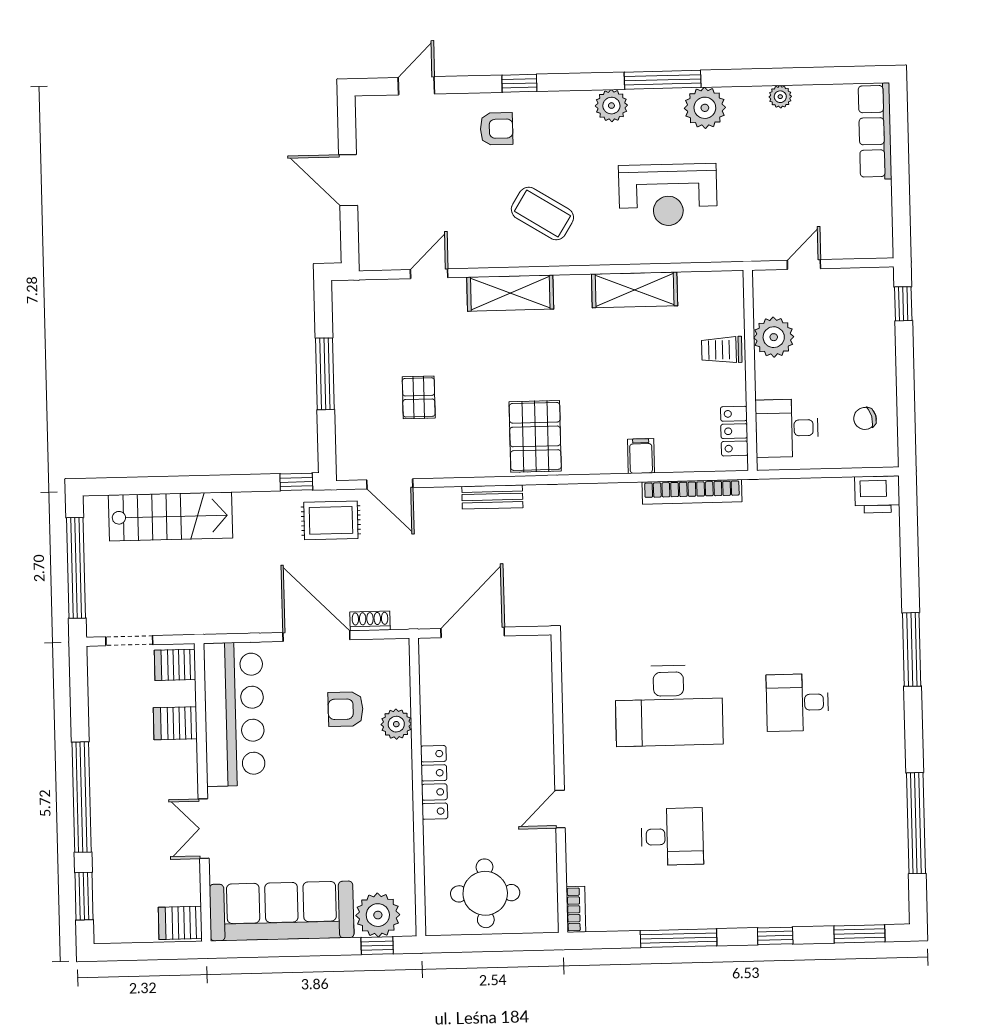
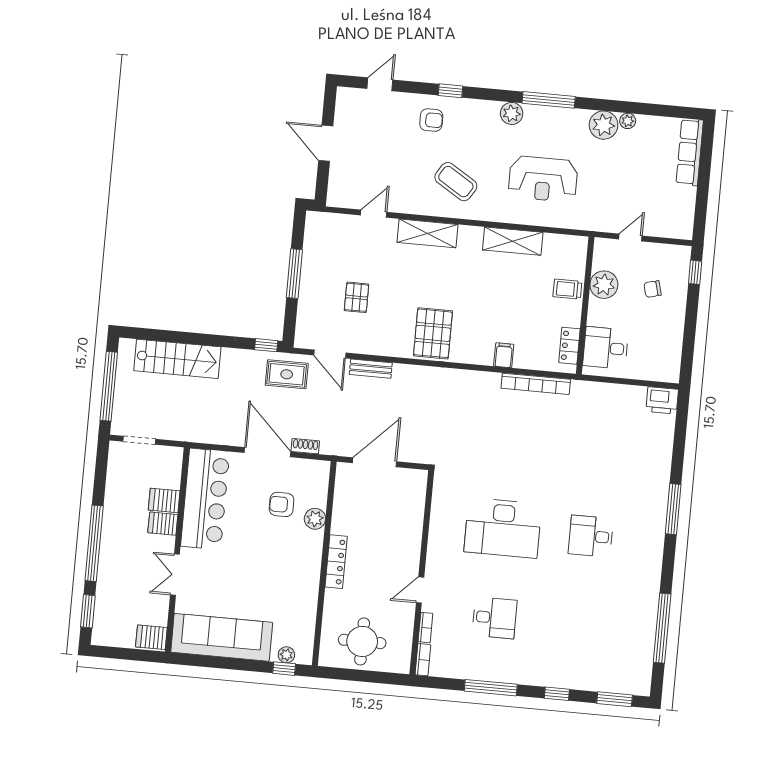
plant: (705, 108) -> (604, 125), moved
chair: (865, 418) -> (653, 289), moved
bench: (492, 497) -> (371, 369), moved
server rack: (175, 665) -> (163, 524), moved
bookcase: (574, 862) -> (425, 628), added
plant: (378, 915) -> (286, 655), width x0.53, depth x0.53

